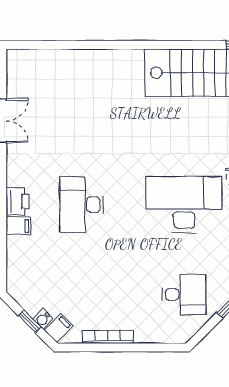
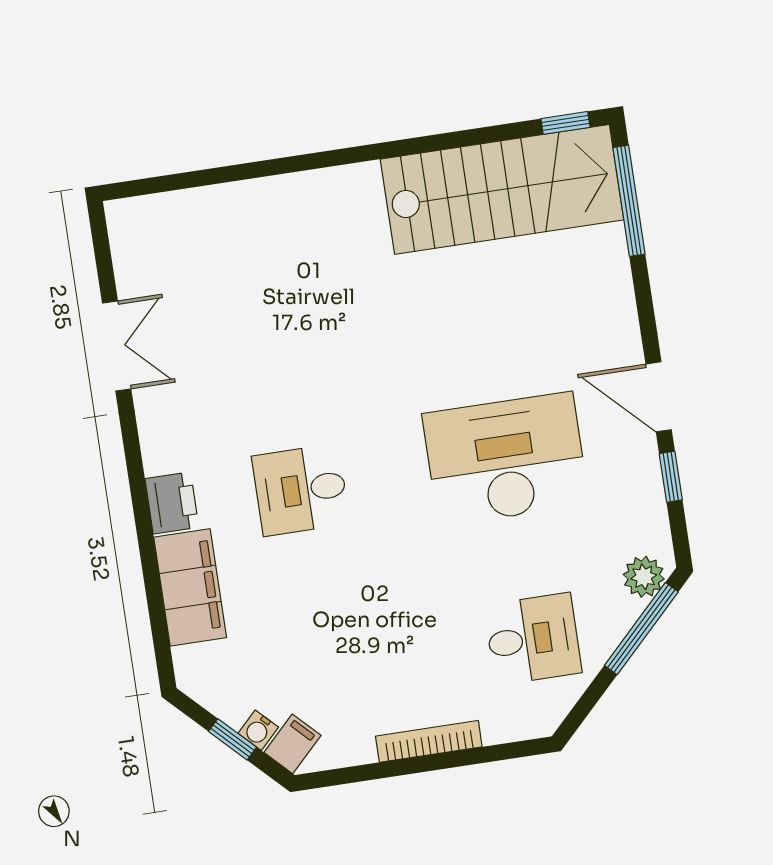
desk: (82, 205) -> (301, 490), width x0.73
filing cabinet: (18, 226) -> (190, 587), width x3.00, depth x1.17
bookcase: (108, 337) -> (429, 741), moved

